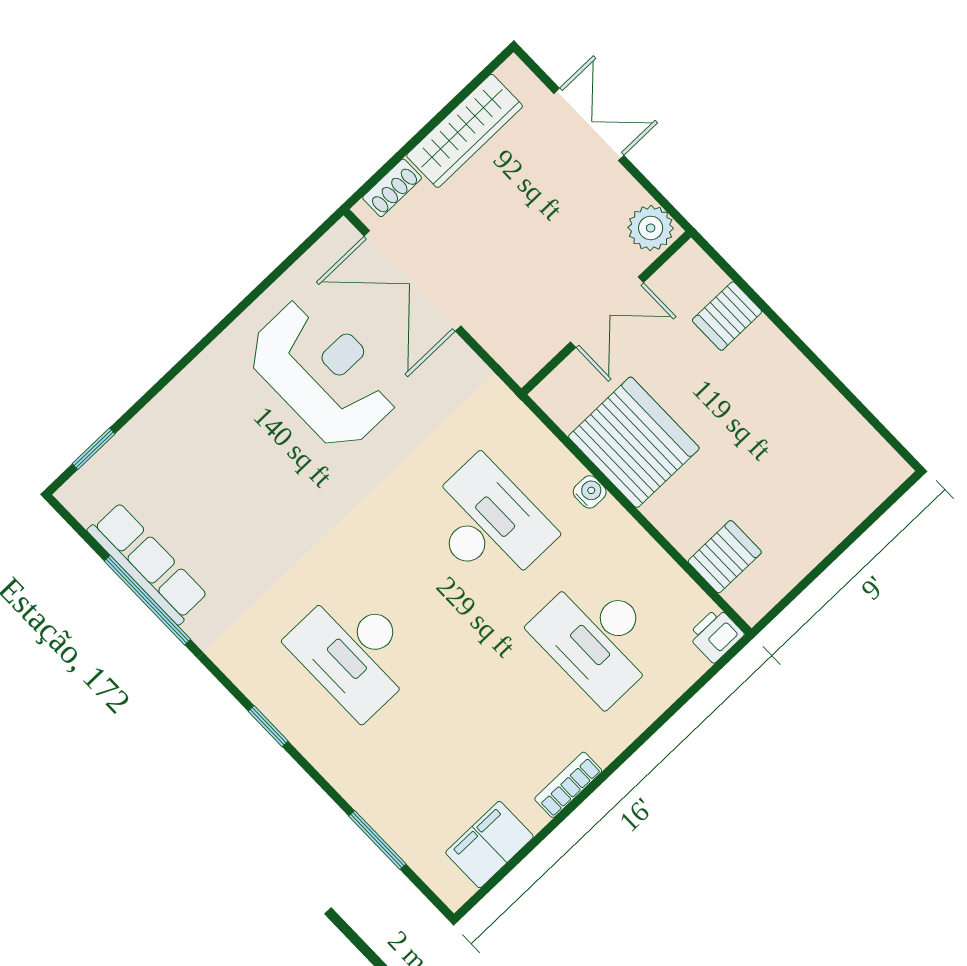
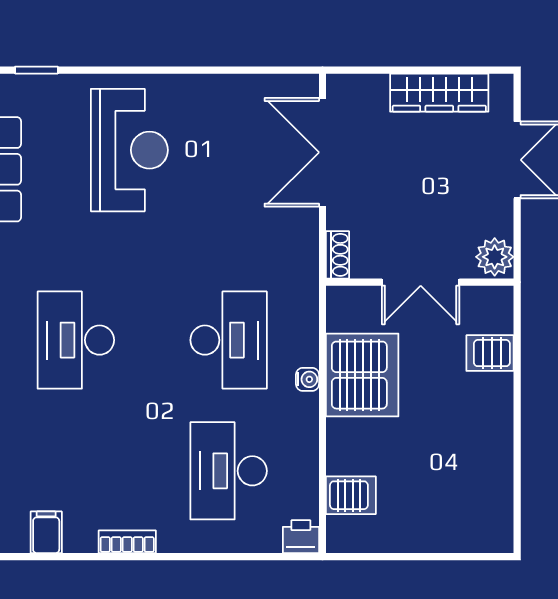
shoe rack: (392, 188) -> (338, 255), moved, turned -90
reception desk: (323, 373) -> (129, 150), moved
filing cabinet: (489, 845) -> (46, 532), width x0.50

